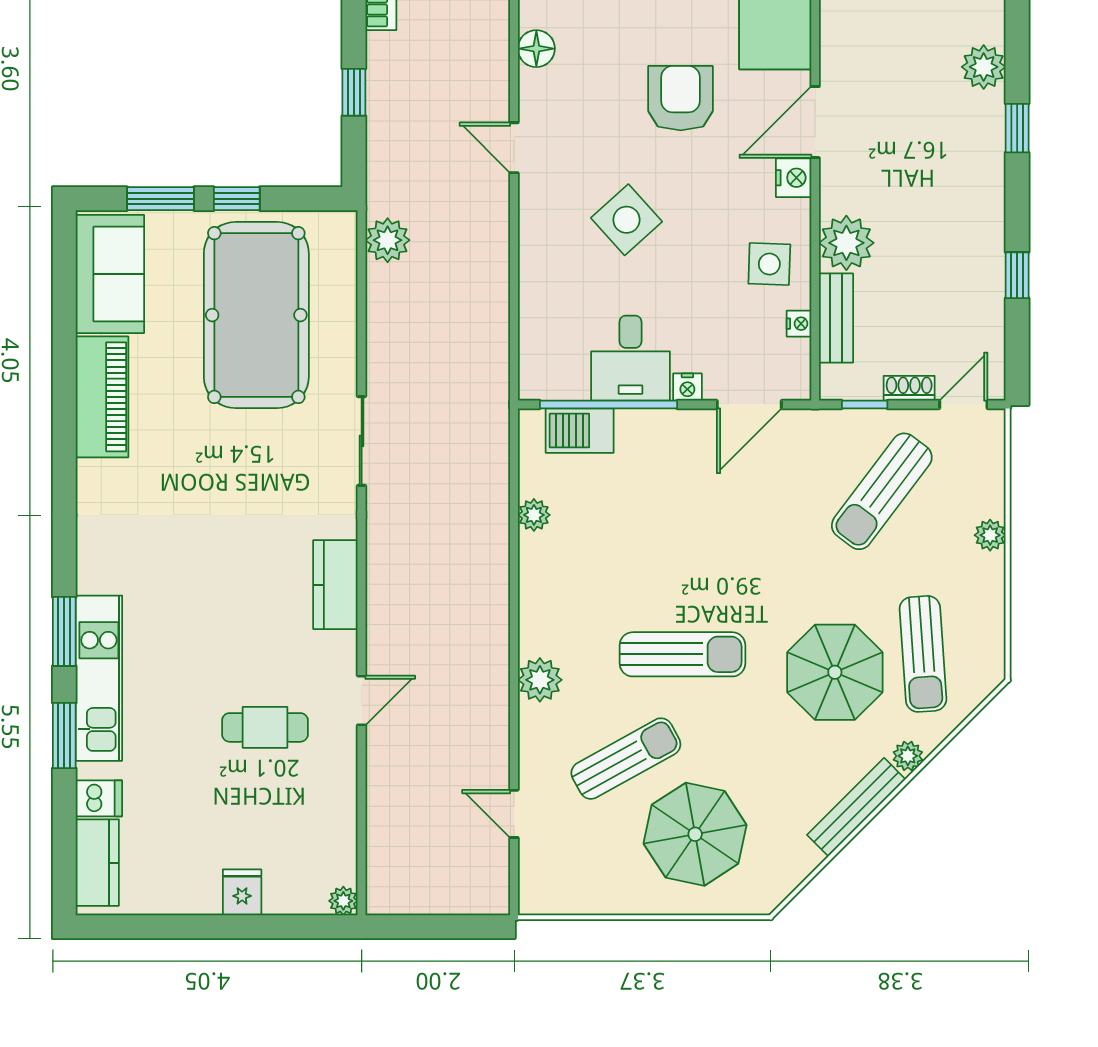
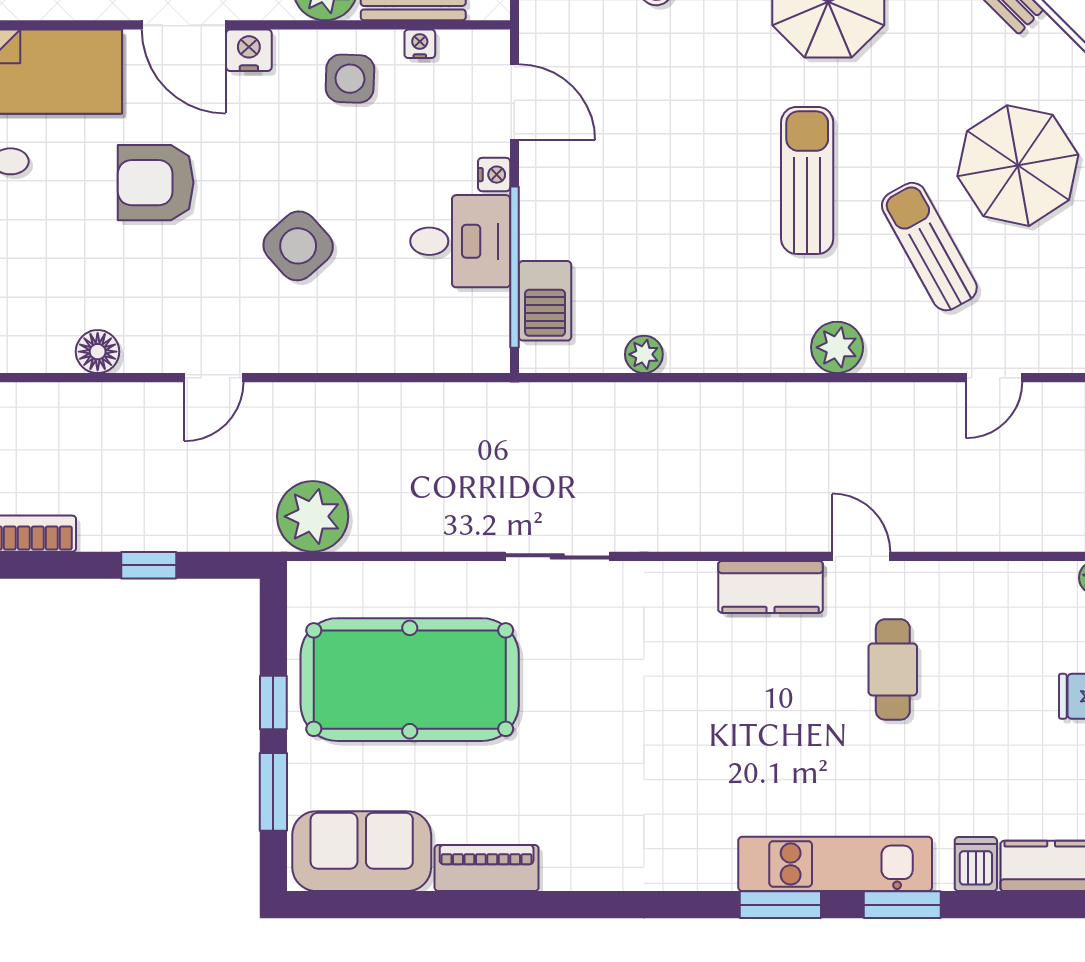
plant: (388, 240) -> (313, 516), width x1.36, depth x1.36
piano: (102, 397) -> (487, 868), width x0.73, depth x0.75
kitchen counter: (335, 585) -> (770, 587), moved

